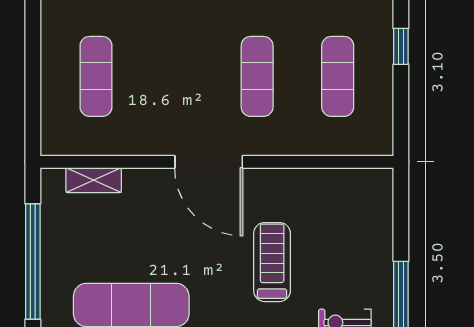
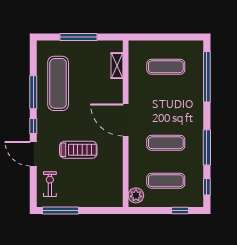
plant: (369, 140) -> (136, 195), added
door: (209, 162) -> (126, 120), hinge flipped
window: (33, 262) -> (79, 37), width x0.68

